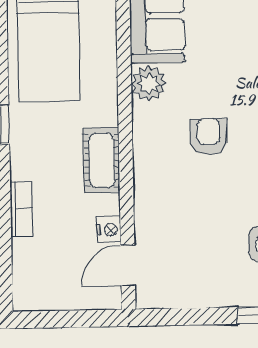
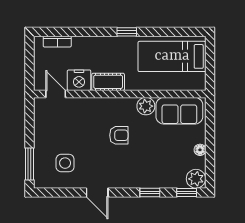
bookcase: (22, 209) -> (57, 42), moved
nightstand: (109, 230) -> (79, 80), width x1.89, depth x1.79

